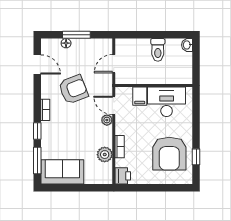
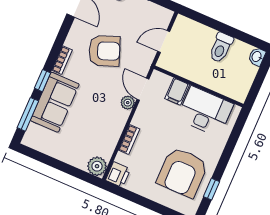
plant: (105, 155) -> (97, 166), moved
sofa: (62, 172) -> (55, 102), moved, turned 90

